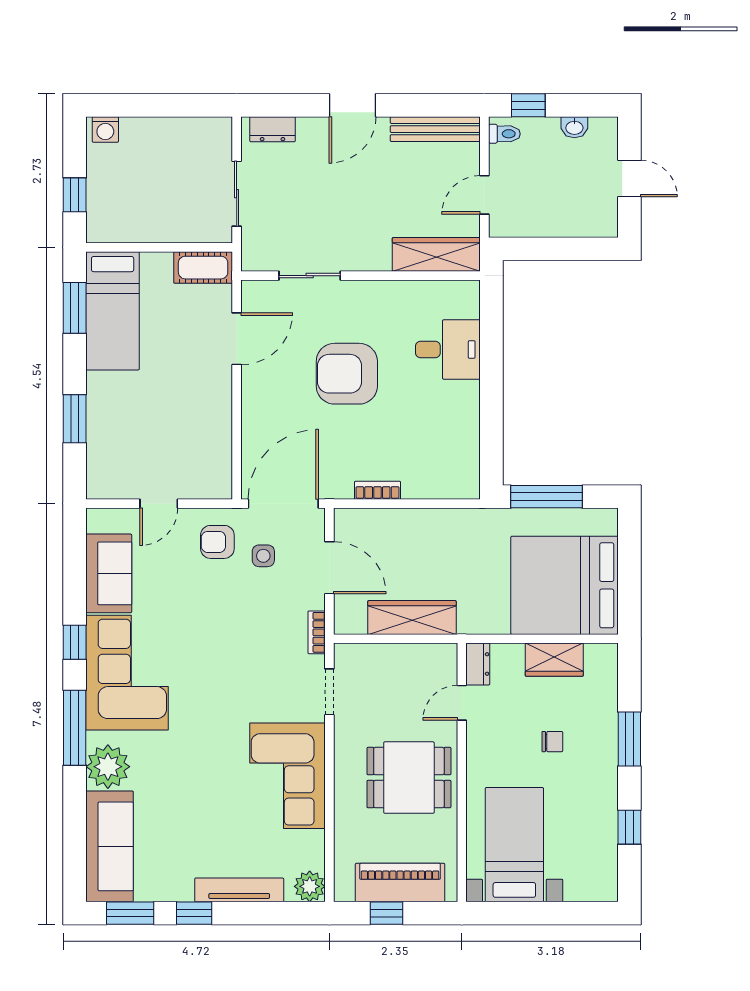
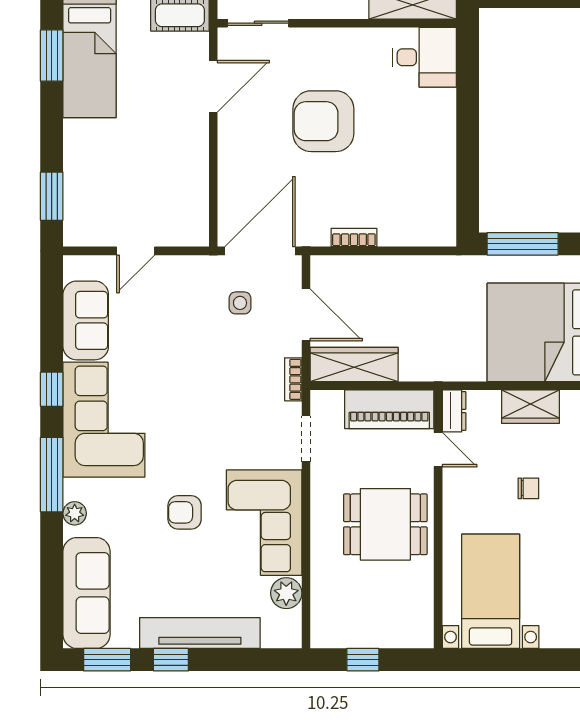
sliding door: (310, 276) -> (258, 23), moved
desk: (448, 349) -> (424, 57), moved
window: (75, 419) -> (52, 196), moved
armchair: (217, 542) -> (185, 512), moved
wardrobe: (412, 617) -> (354, 364), moved
door: (462, 703) -> (438, 450), swing flipped
plant: (108, 767) -> (75, 513), width x0.53, depth x0.53
piano: (400, 883) -> (389, 409), moved, turned 180
plant: (310, 886) -> (286, 593), moved
tv unit: (239, 890) -> (200, 633), width x1.36, depth x1.29

